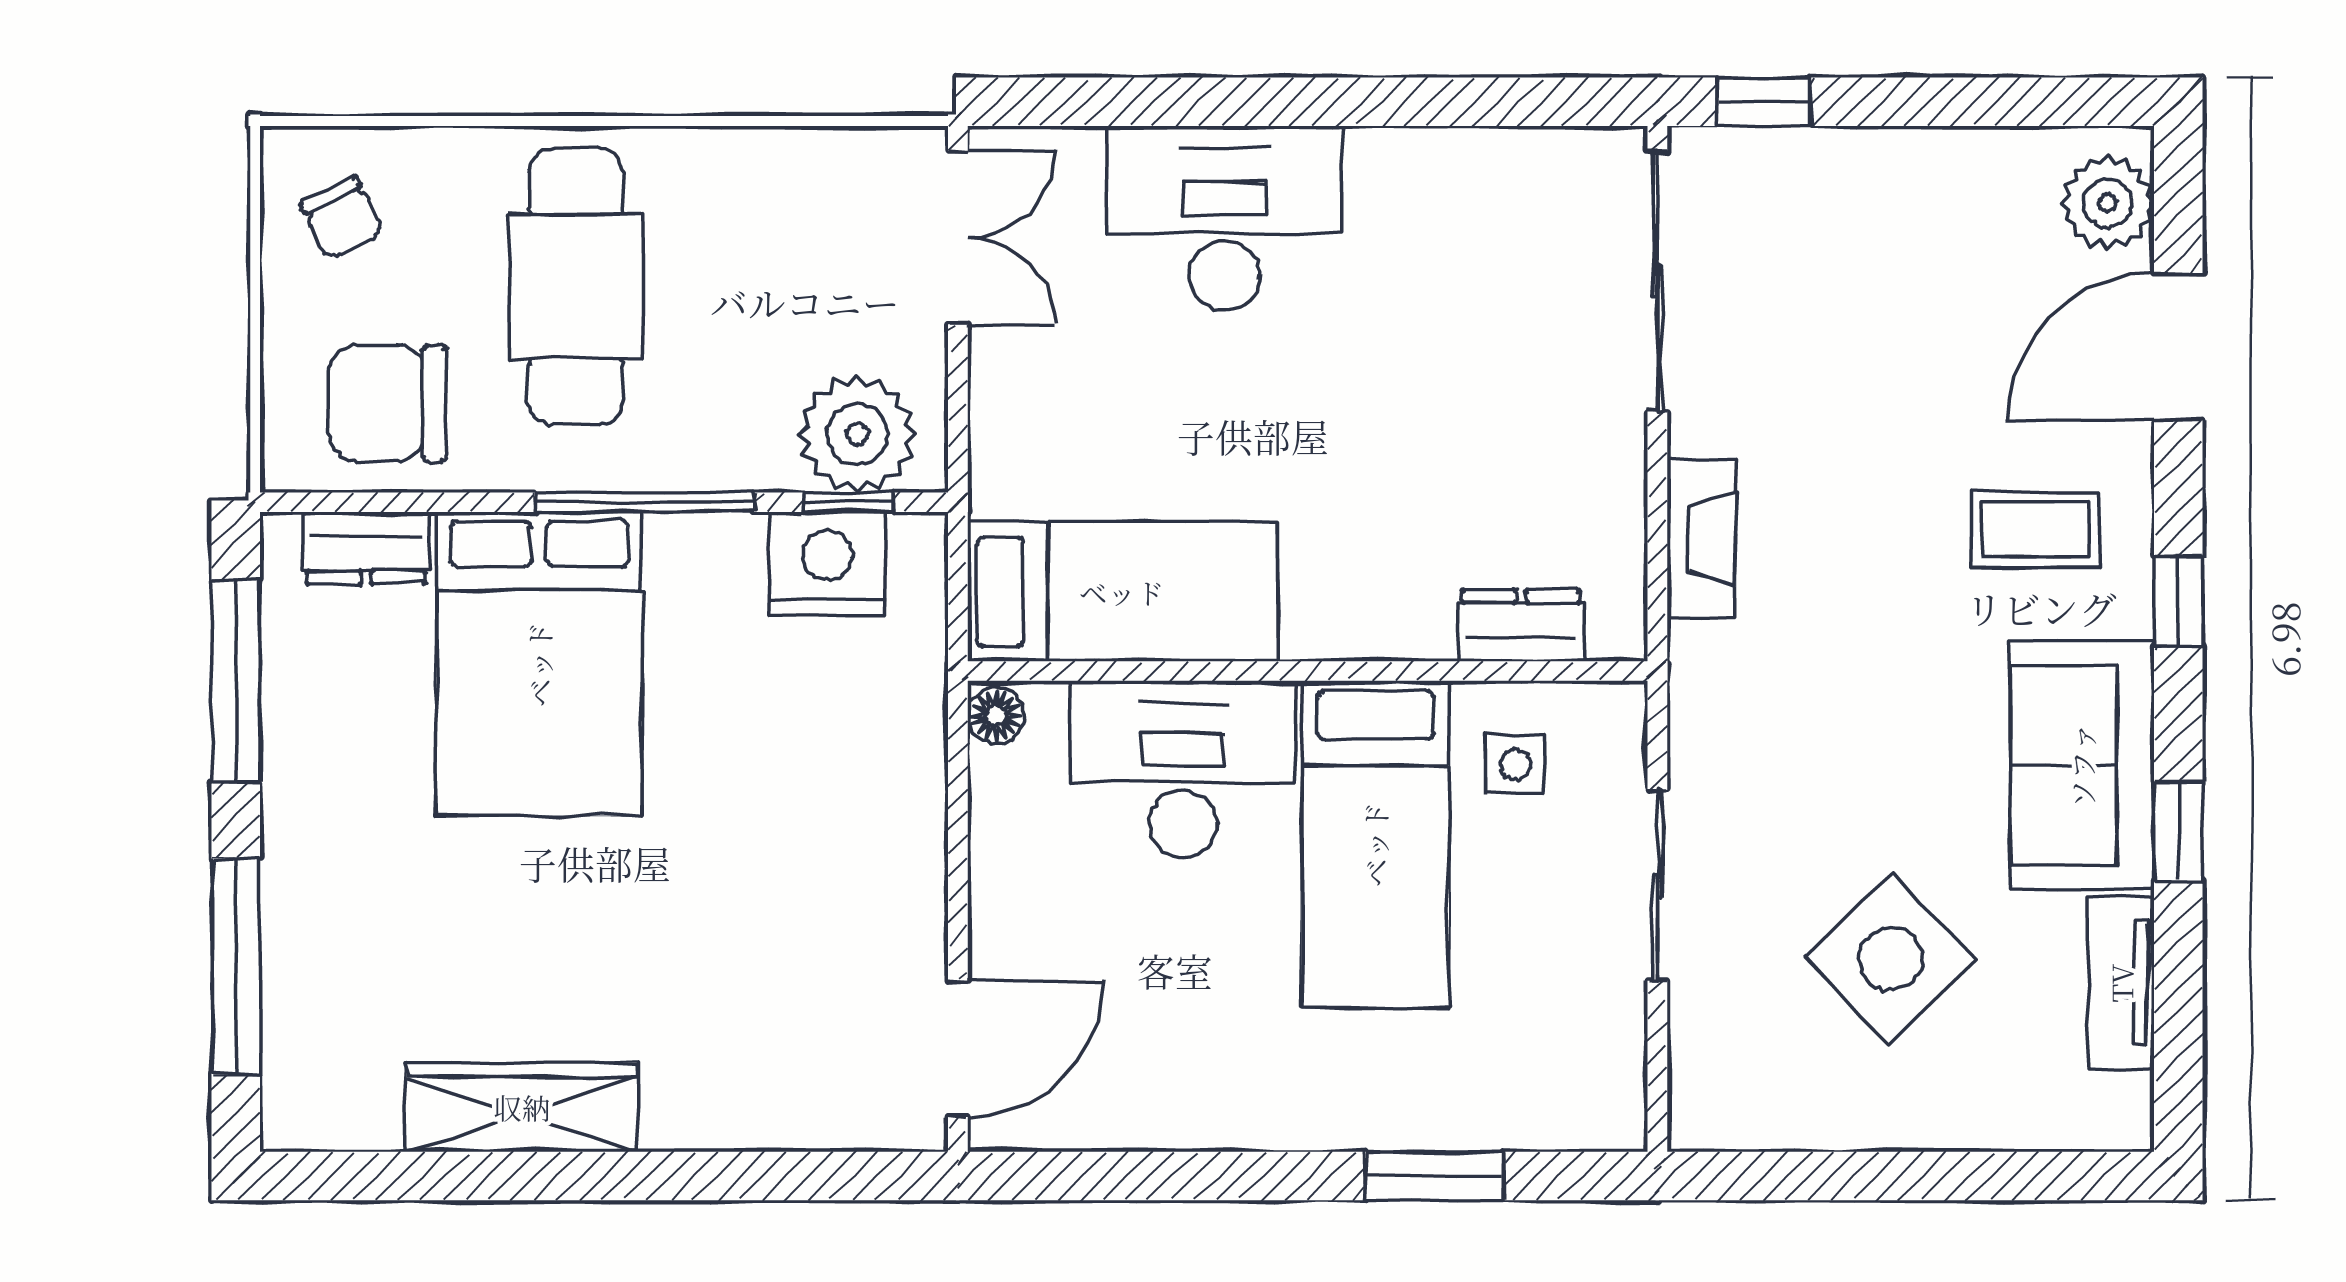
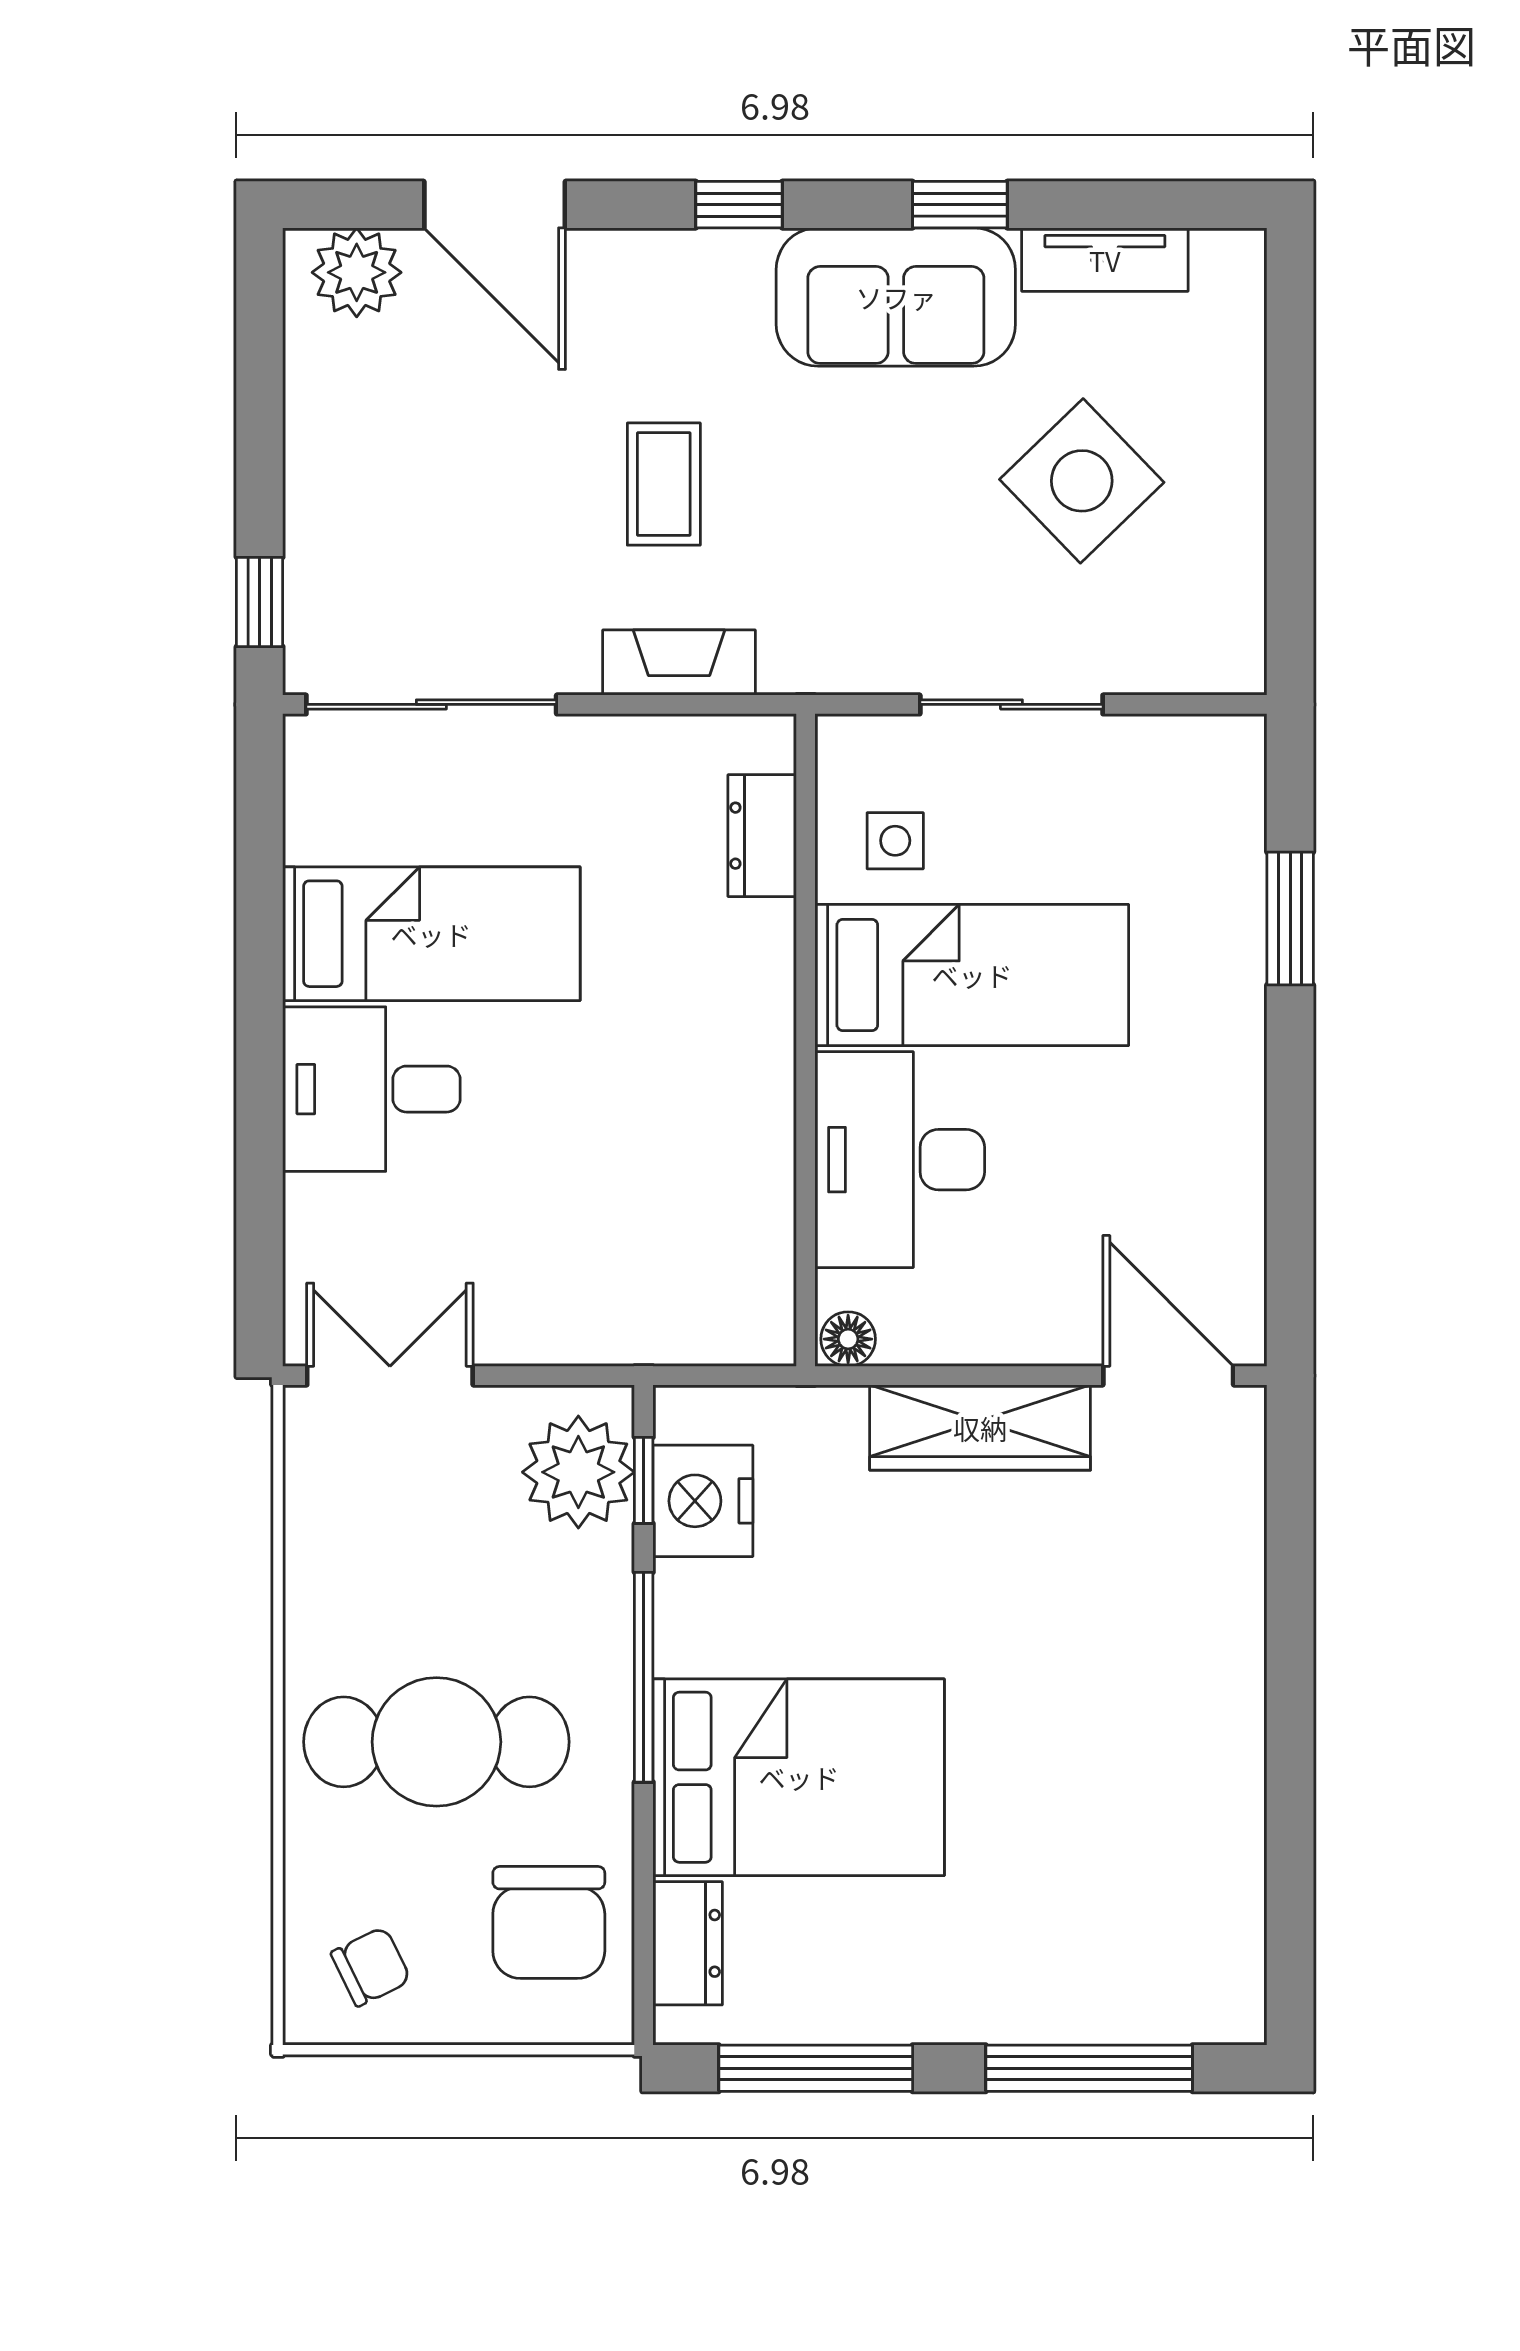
desk: (1224, 218) -> (371, 1089), width x0.73
coffee table: (2036, 530) -> (664, 484), moved
bed: (1122, 592) -> (431, 934), moved, turned 90
wardrobe: (522, 1107) -> (980, 1428), moved, turned -90

